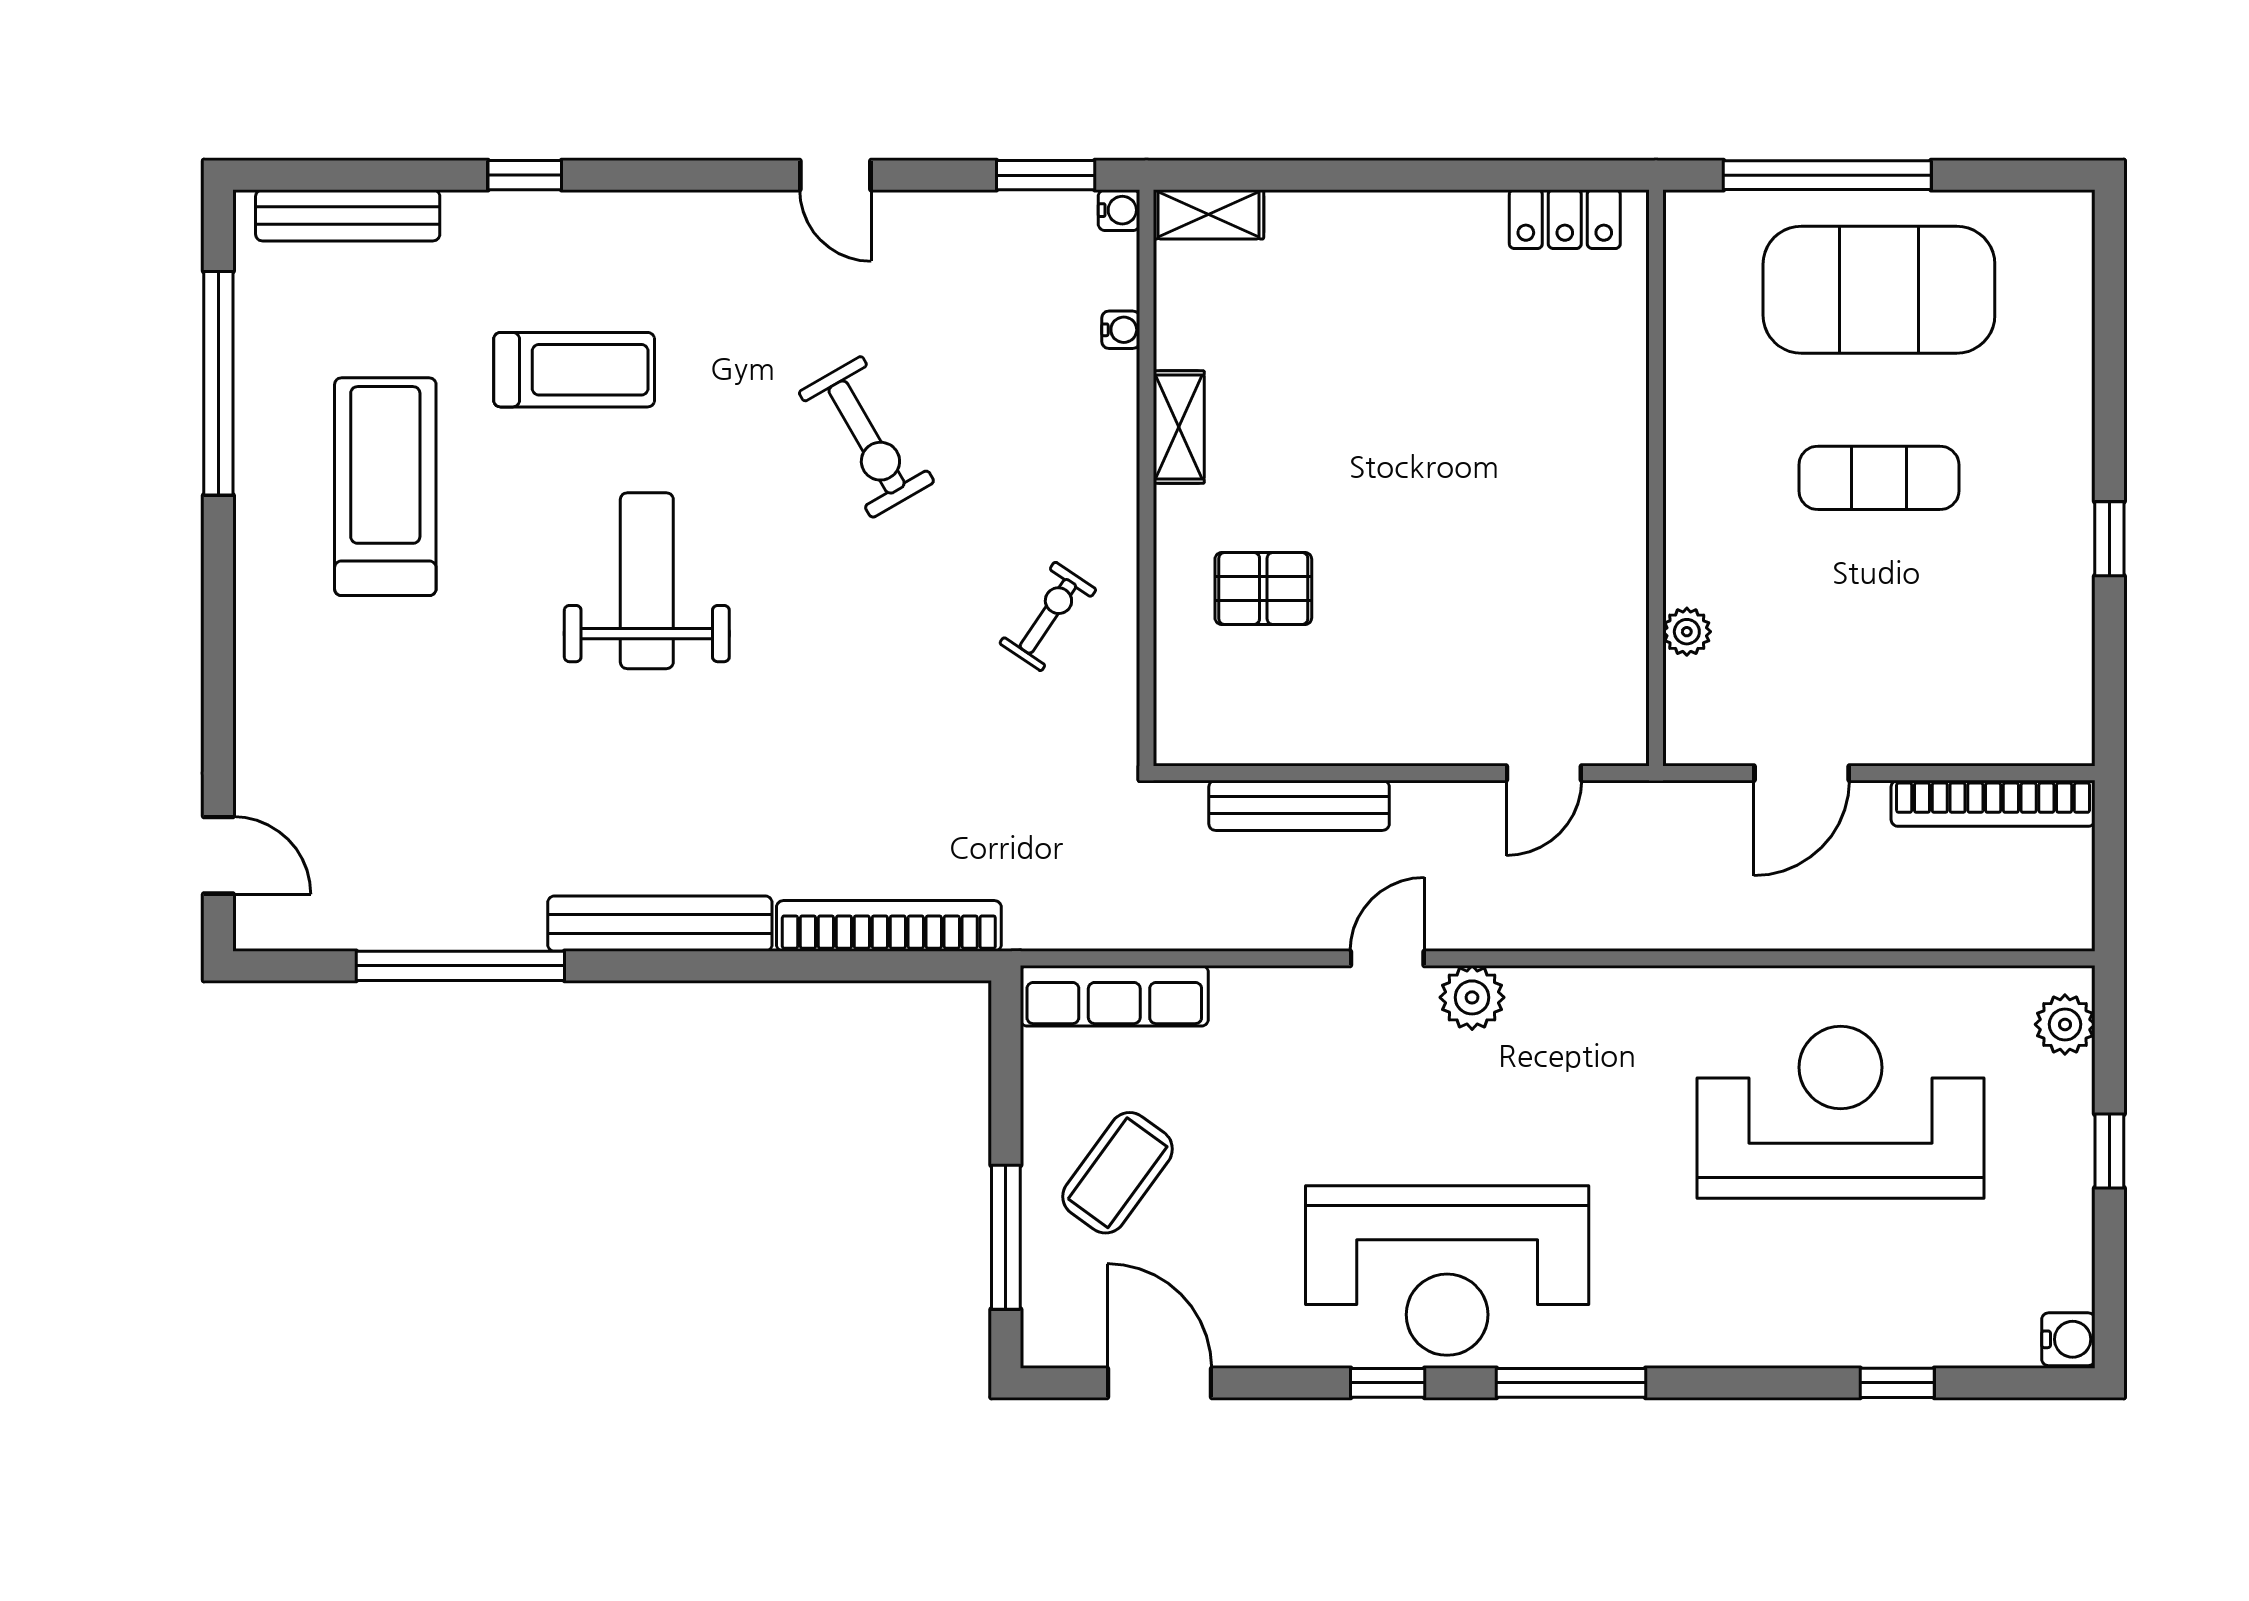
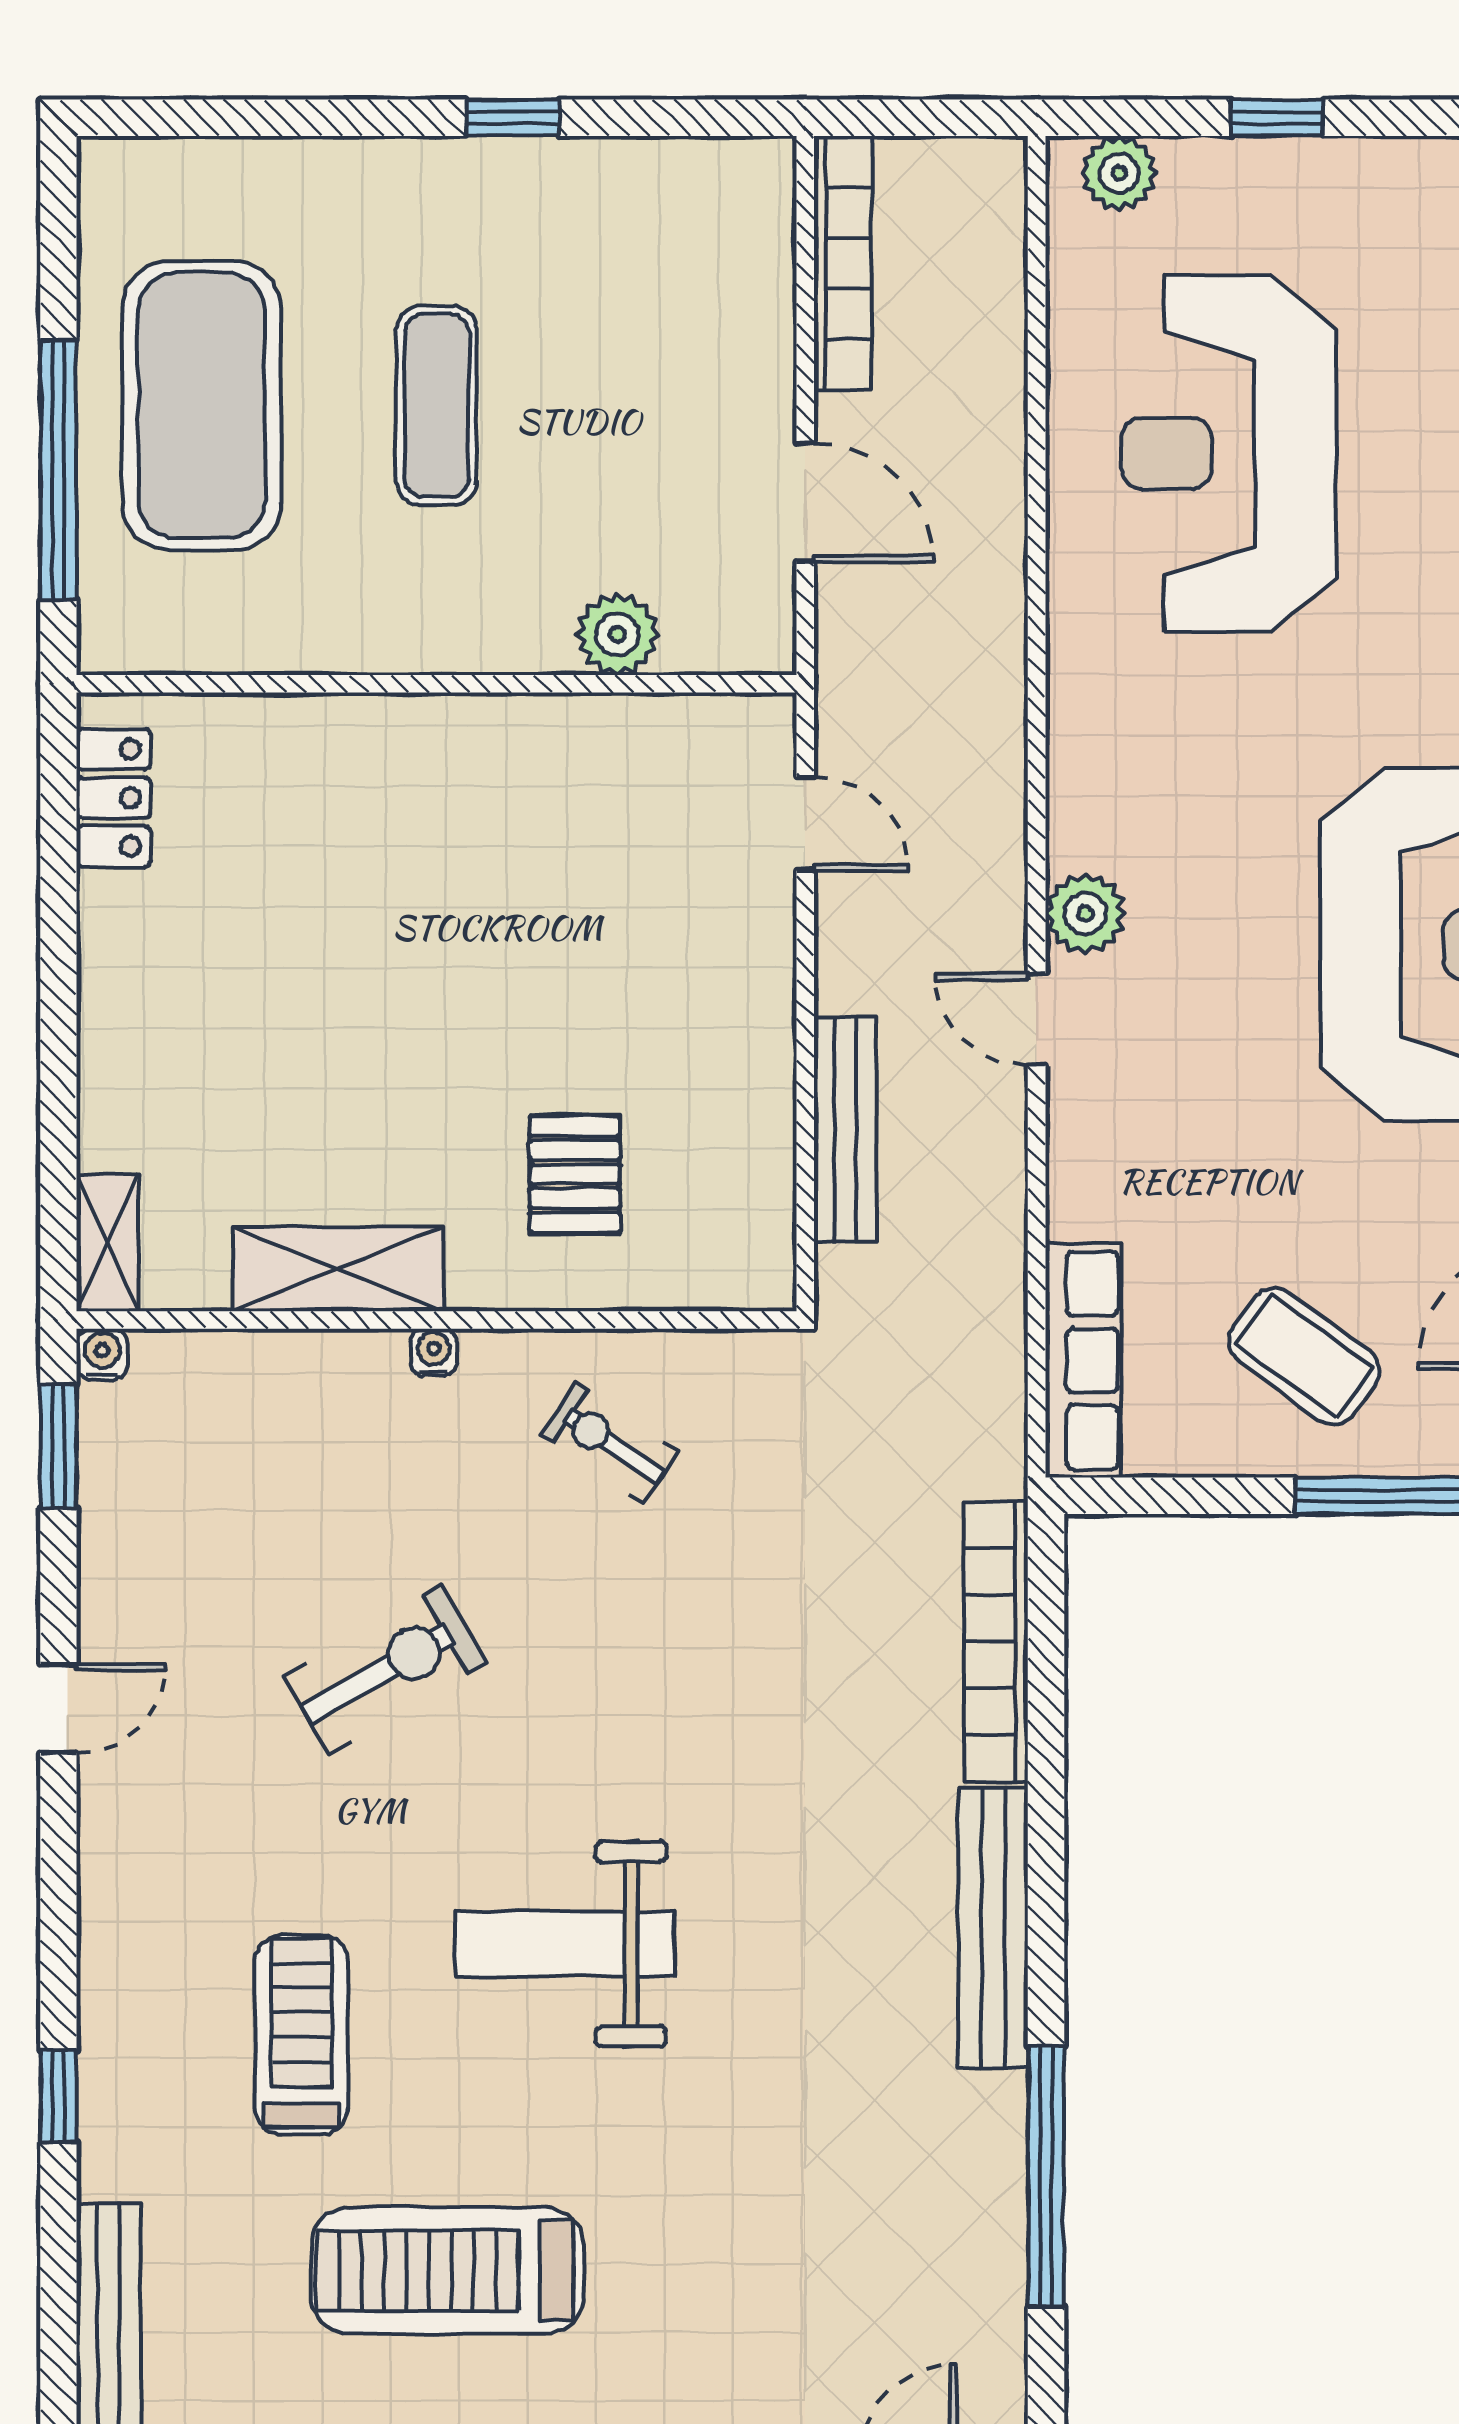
water cooler: (1121, 330) -> (434, 1352), moved
shelving: (1179, 427) -> (338, 1269), width x1.50, depth x1.33
plant: (1687, 632) -> (617, 634), width x1.38, depth x1.38

